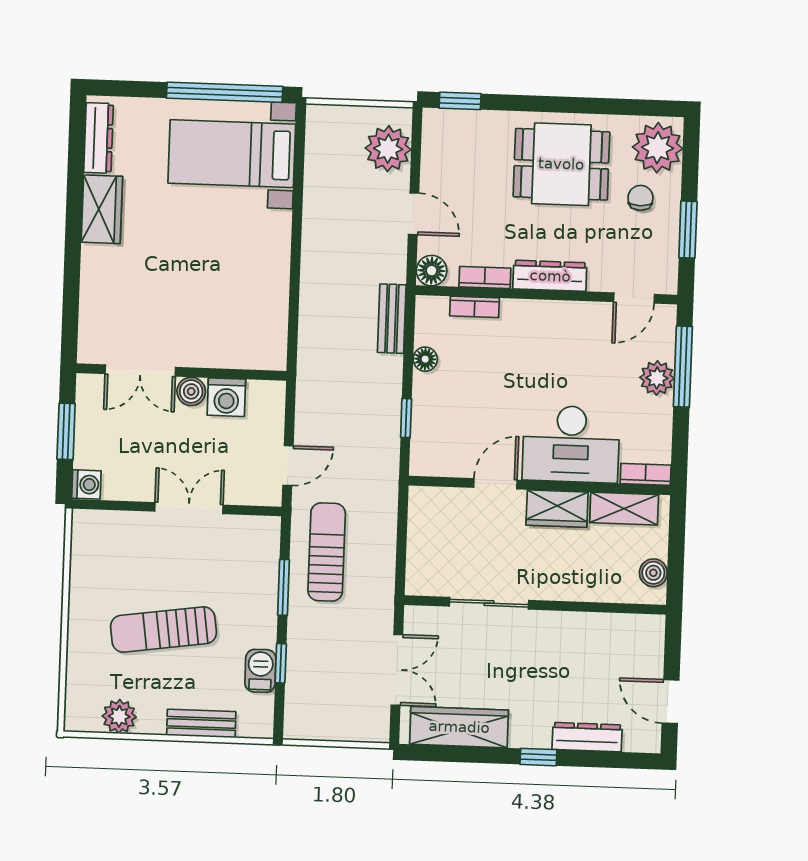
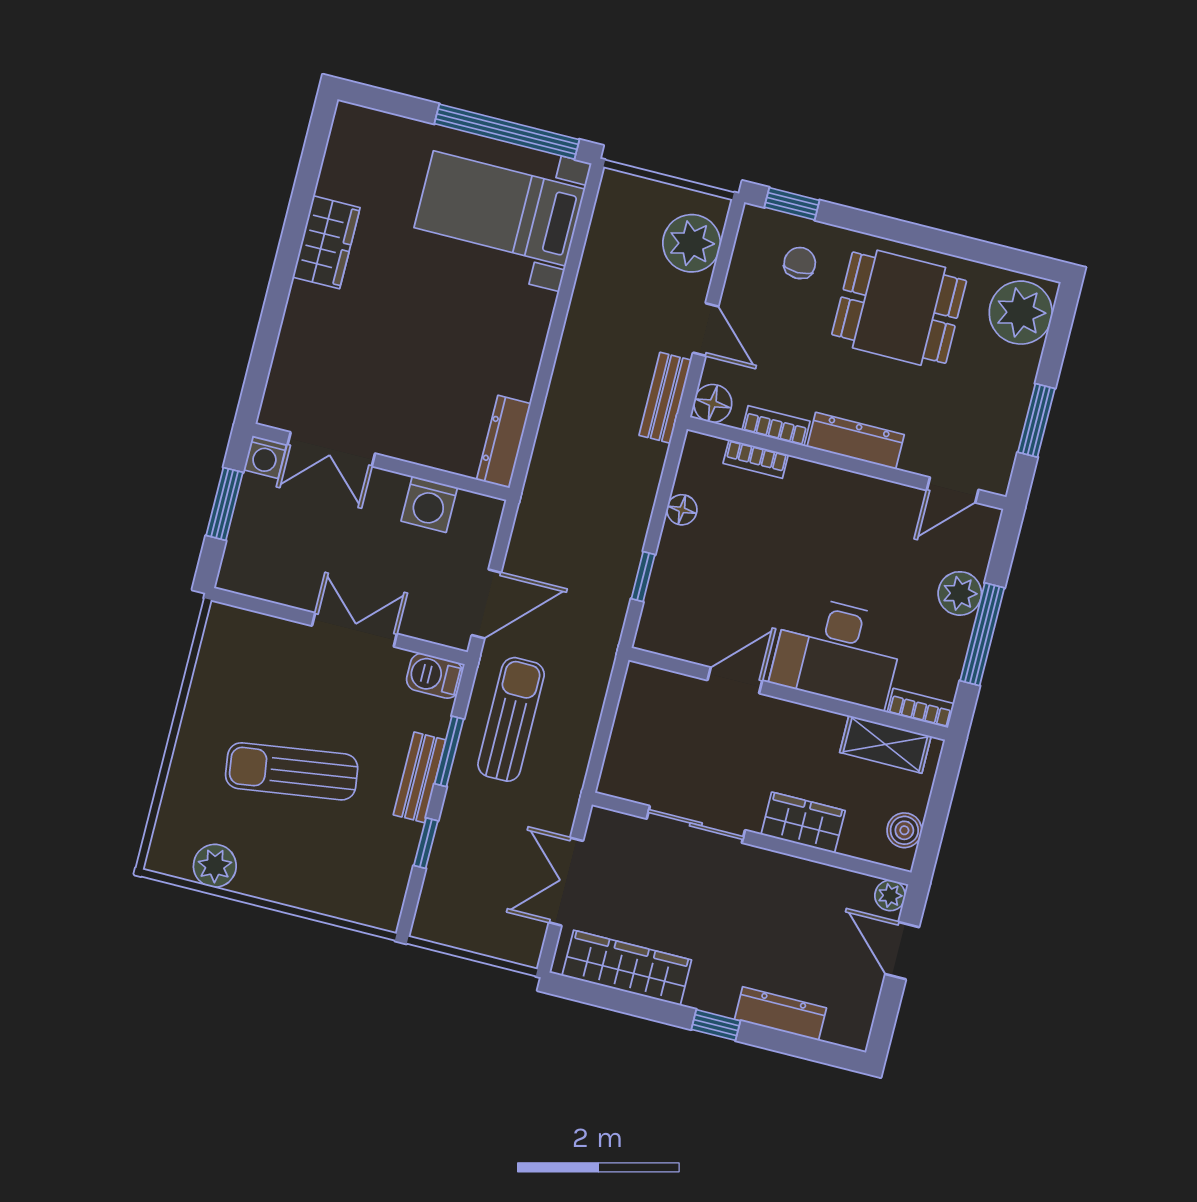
dresser: (99, 138) -> (504, 442), moved, turned 180
chair: (640, 198) -> (800, 263), moved
bench: (392, 319) -> (665, 398), moved
window: (683, 367) -> (982, 634), moved
boiler: (191, 391) -> (388, 488), removed
door: (288, 466) -> (486, 604), width x1.38
washing machine: (86, 484) -> (265, 457), moved, turned 90
wardrobe: (557, 509) -> (803, 823), moved, turned 180
plant: (653, 626) -> (890, 895), added
double door: (397, 670) -> (566, 882), swing flipped
barbecue: (260, 671) -> (435, 676), moved, turned -90
door: (671, 702) -> (902, 951), moved
bench: (201, 723) -> (419, 777), moved, turned 90

